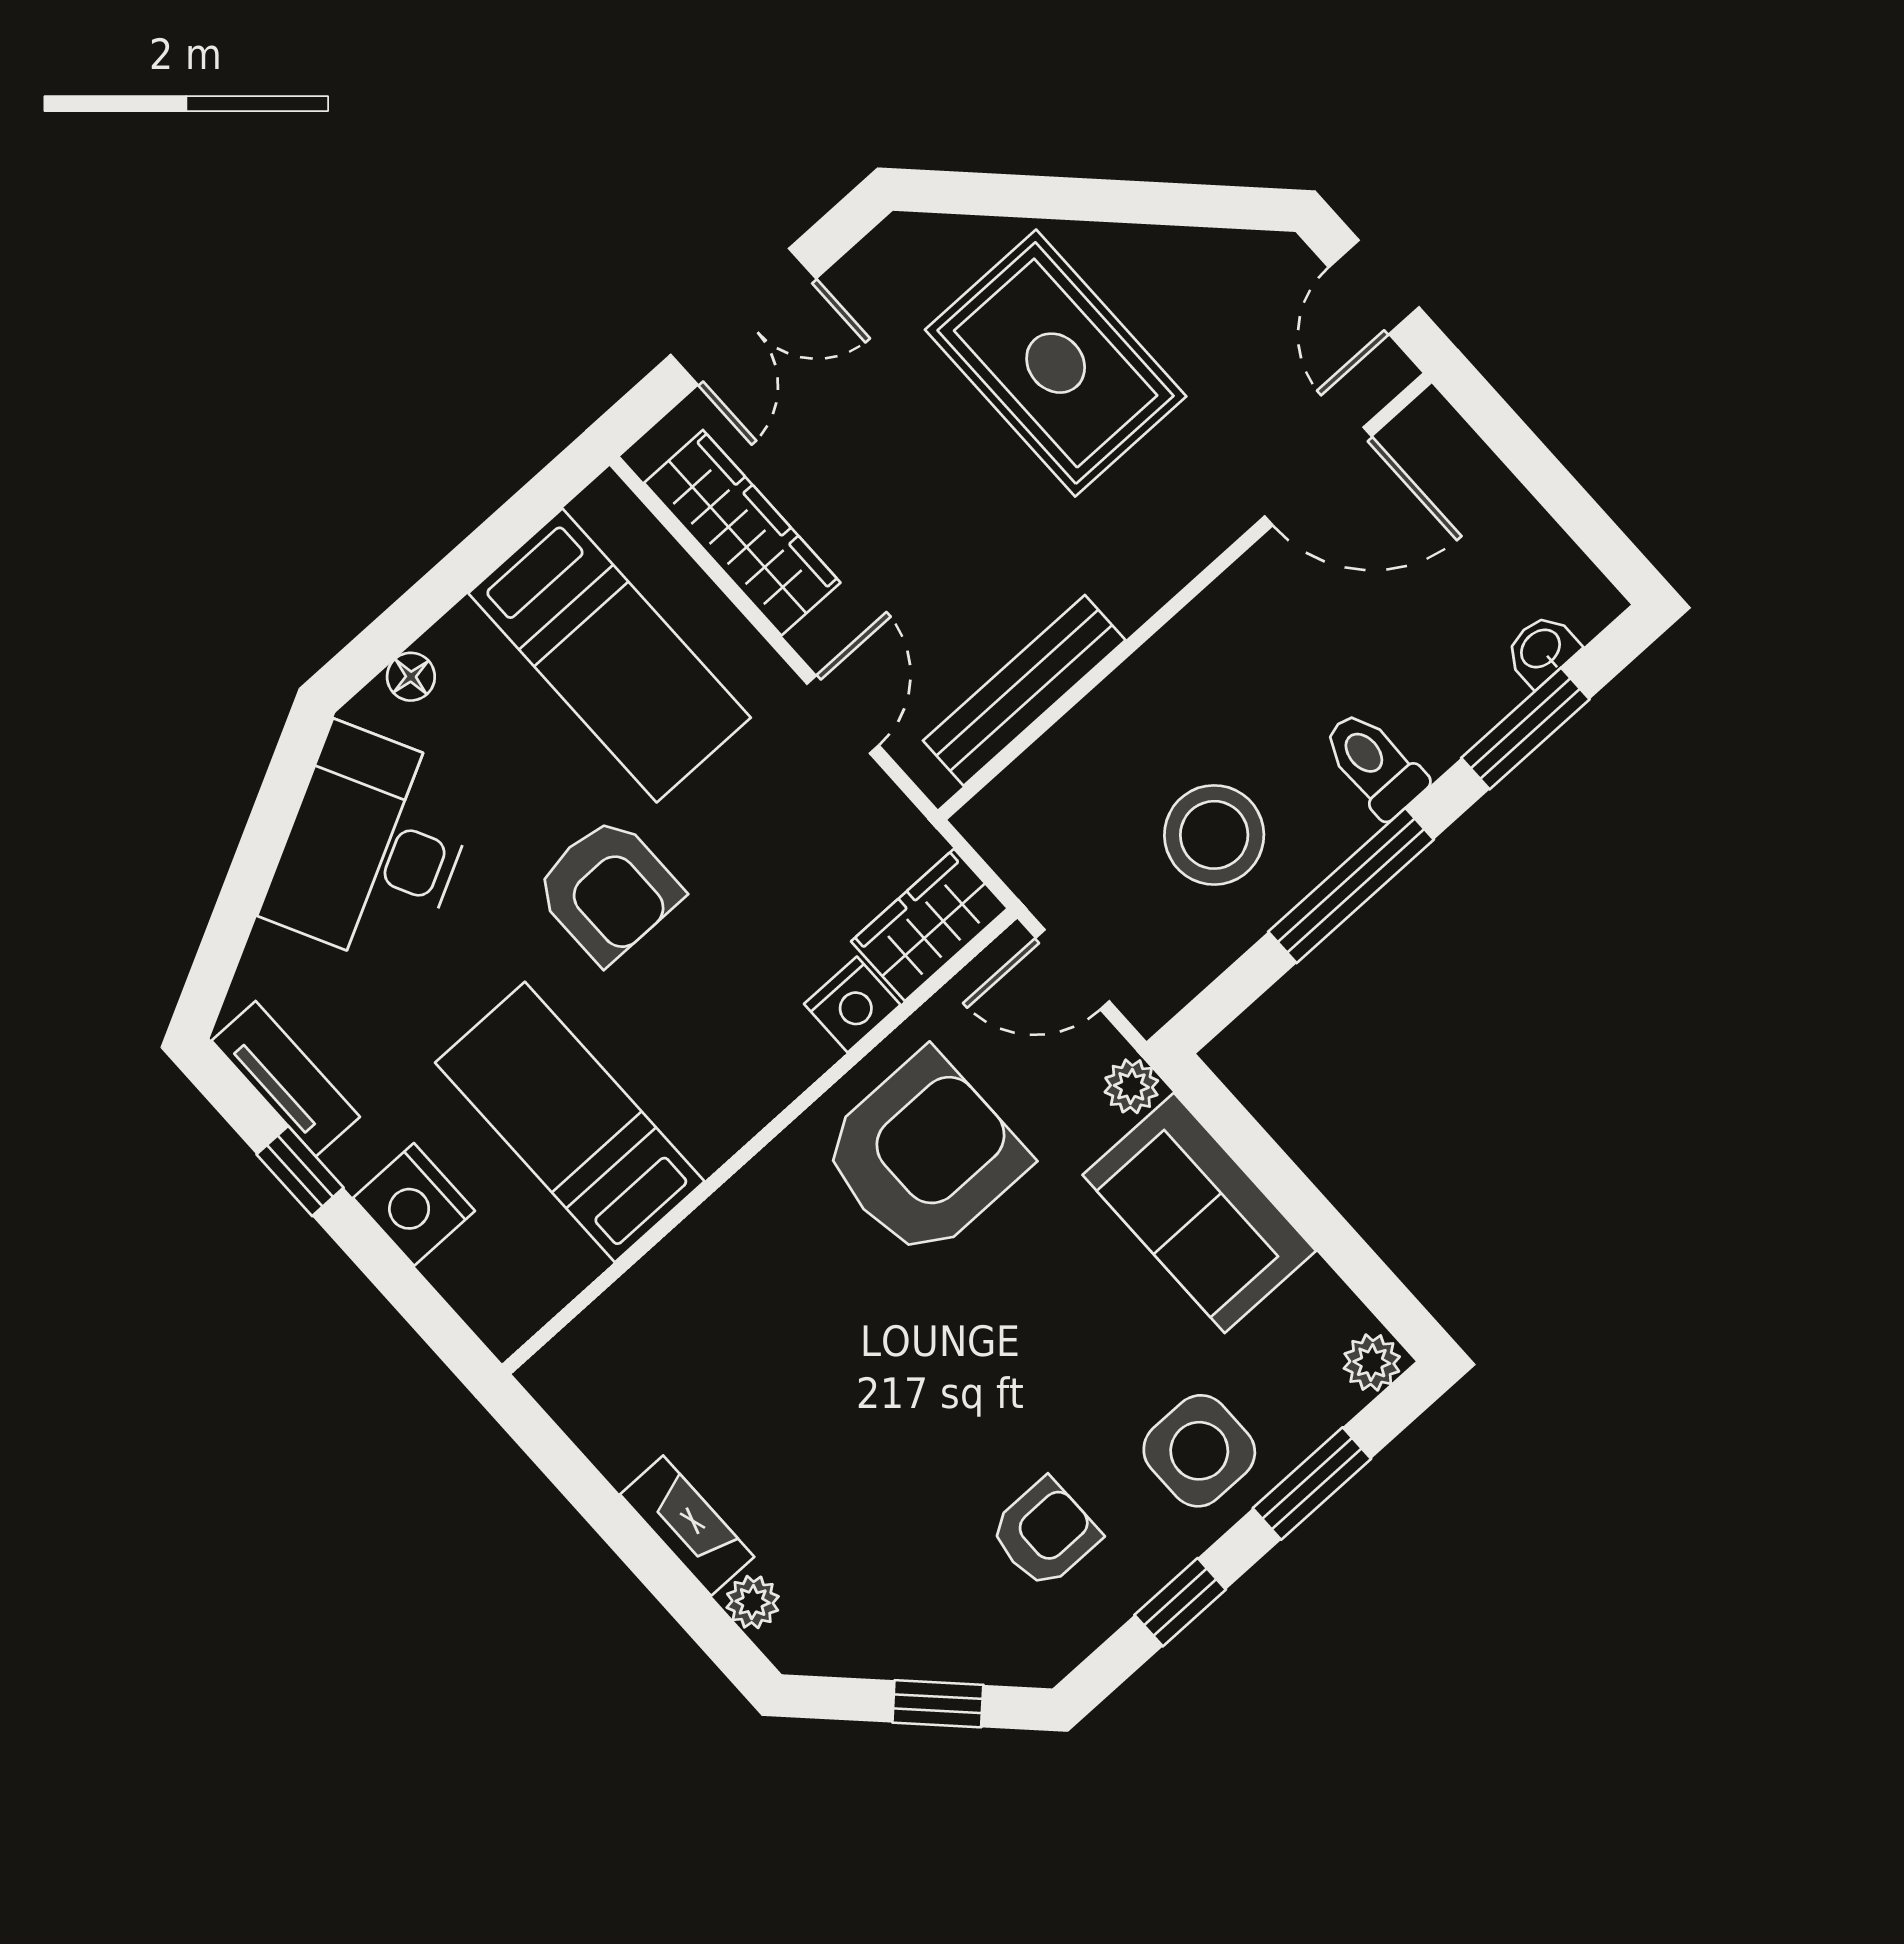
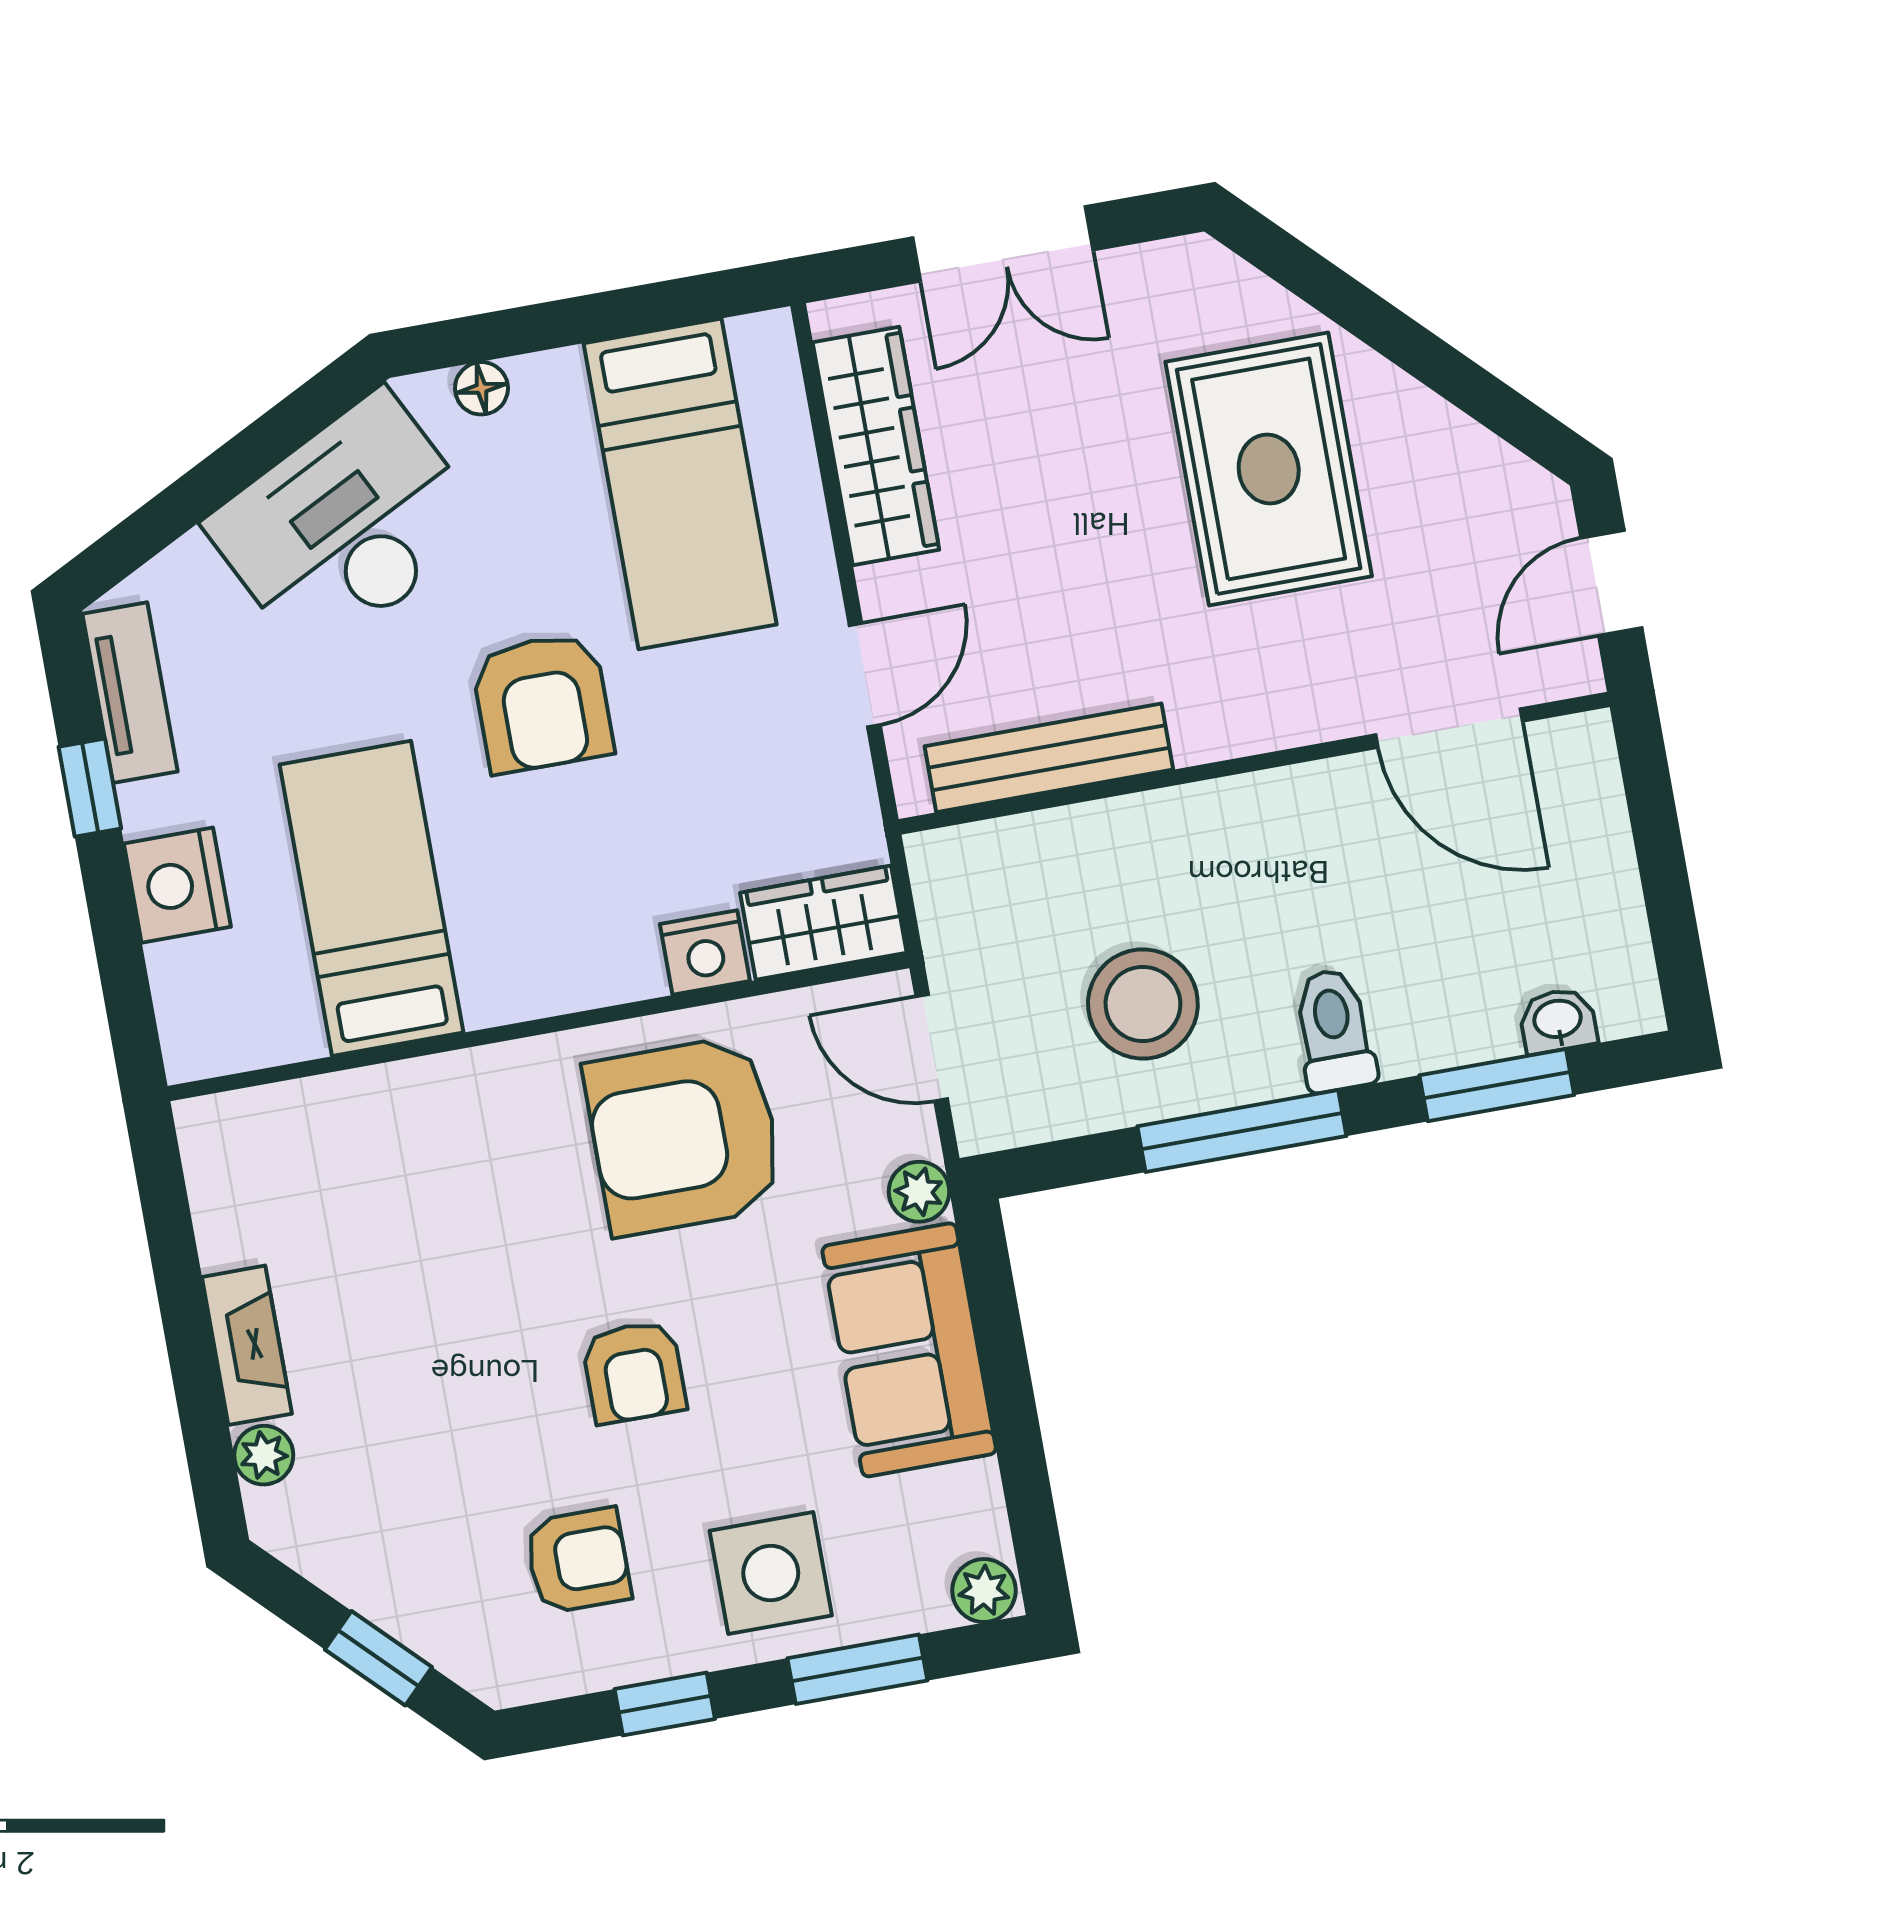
armchair: (924, 1155) -> (684, 1135), turned 180
armchair: (998, 1361) -> (634, 1372), added

